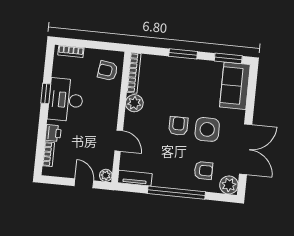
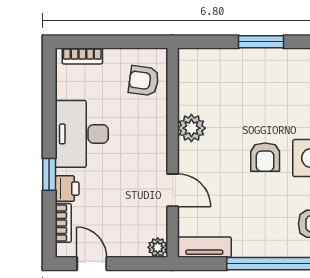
bookcase: (134, 73) -> (186, 80), removed
window: (46, 94) -> (49, 174), moved
armchair: (178, 126) -> (265, 157), turned 180
door: (84, 183) -> (92, 264), moved

